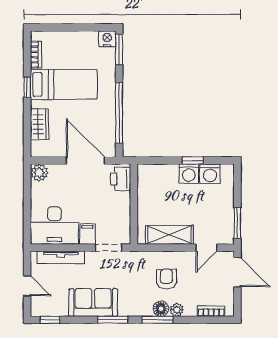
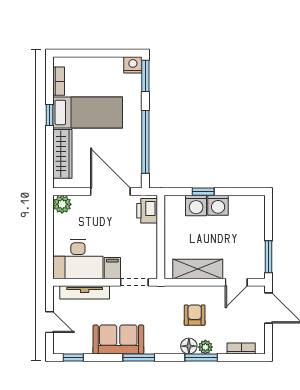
wardrobe: (39, 124) -> (62, 154), width x1.50
window: (193, 161) -> (203, 192), moved
washing machine: (210, 174) -> (196, 205), moved
window: (158, 320) -> (201, 358), moved

